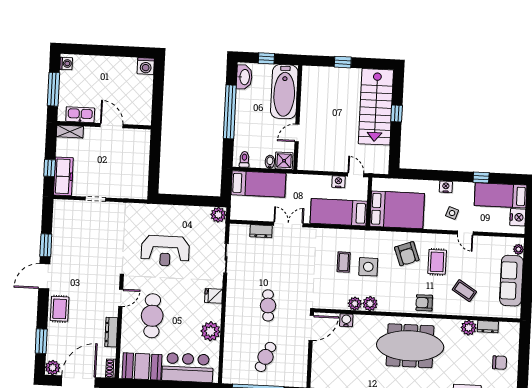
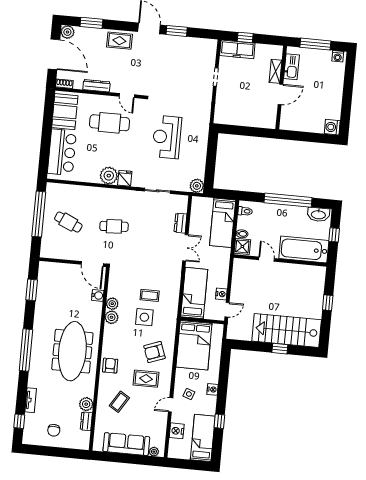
shelving: (70, 132) -> (276, 71), moved
nightstand: (518, 217) -> (177, 431), moved, turned 90
plant: (211, 331) -> (109, 176), moved

